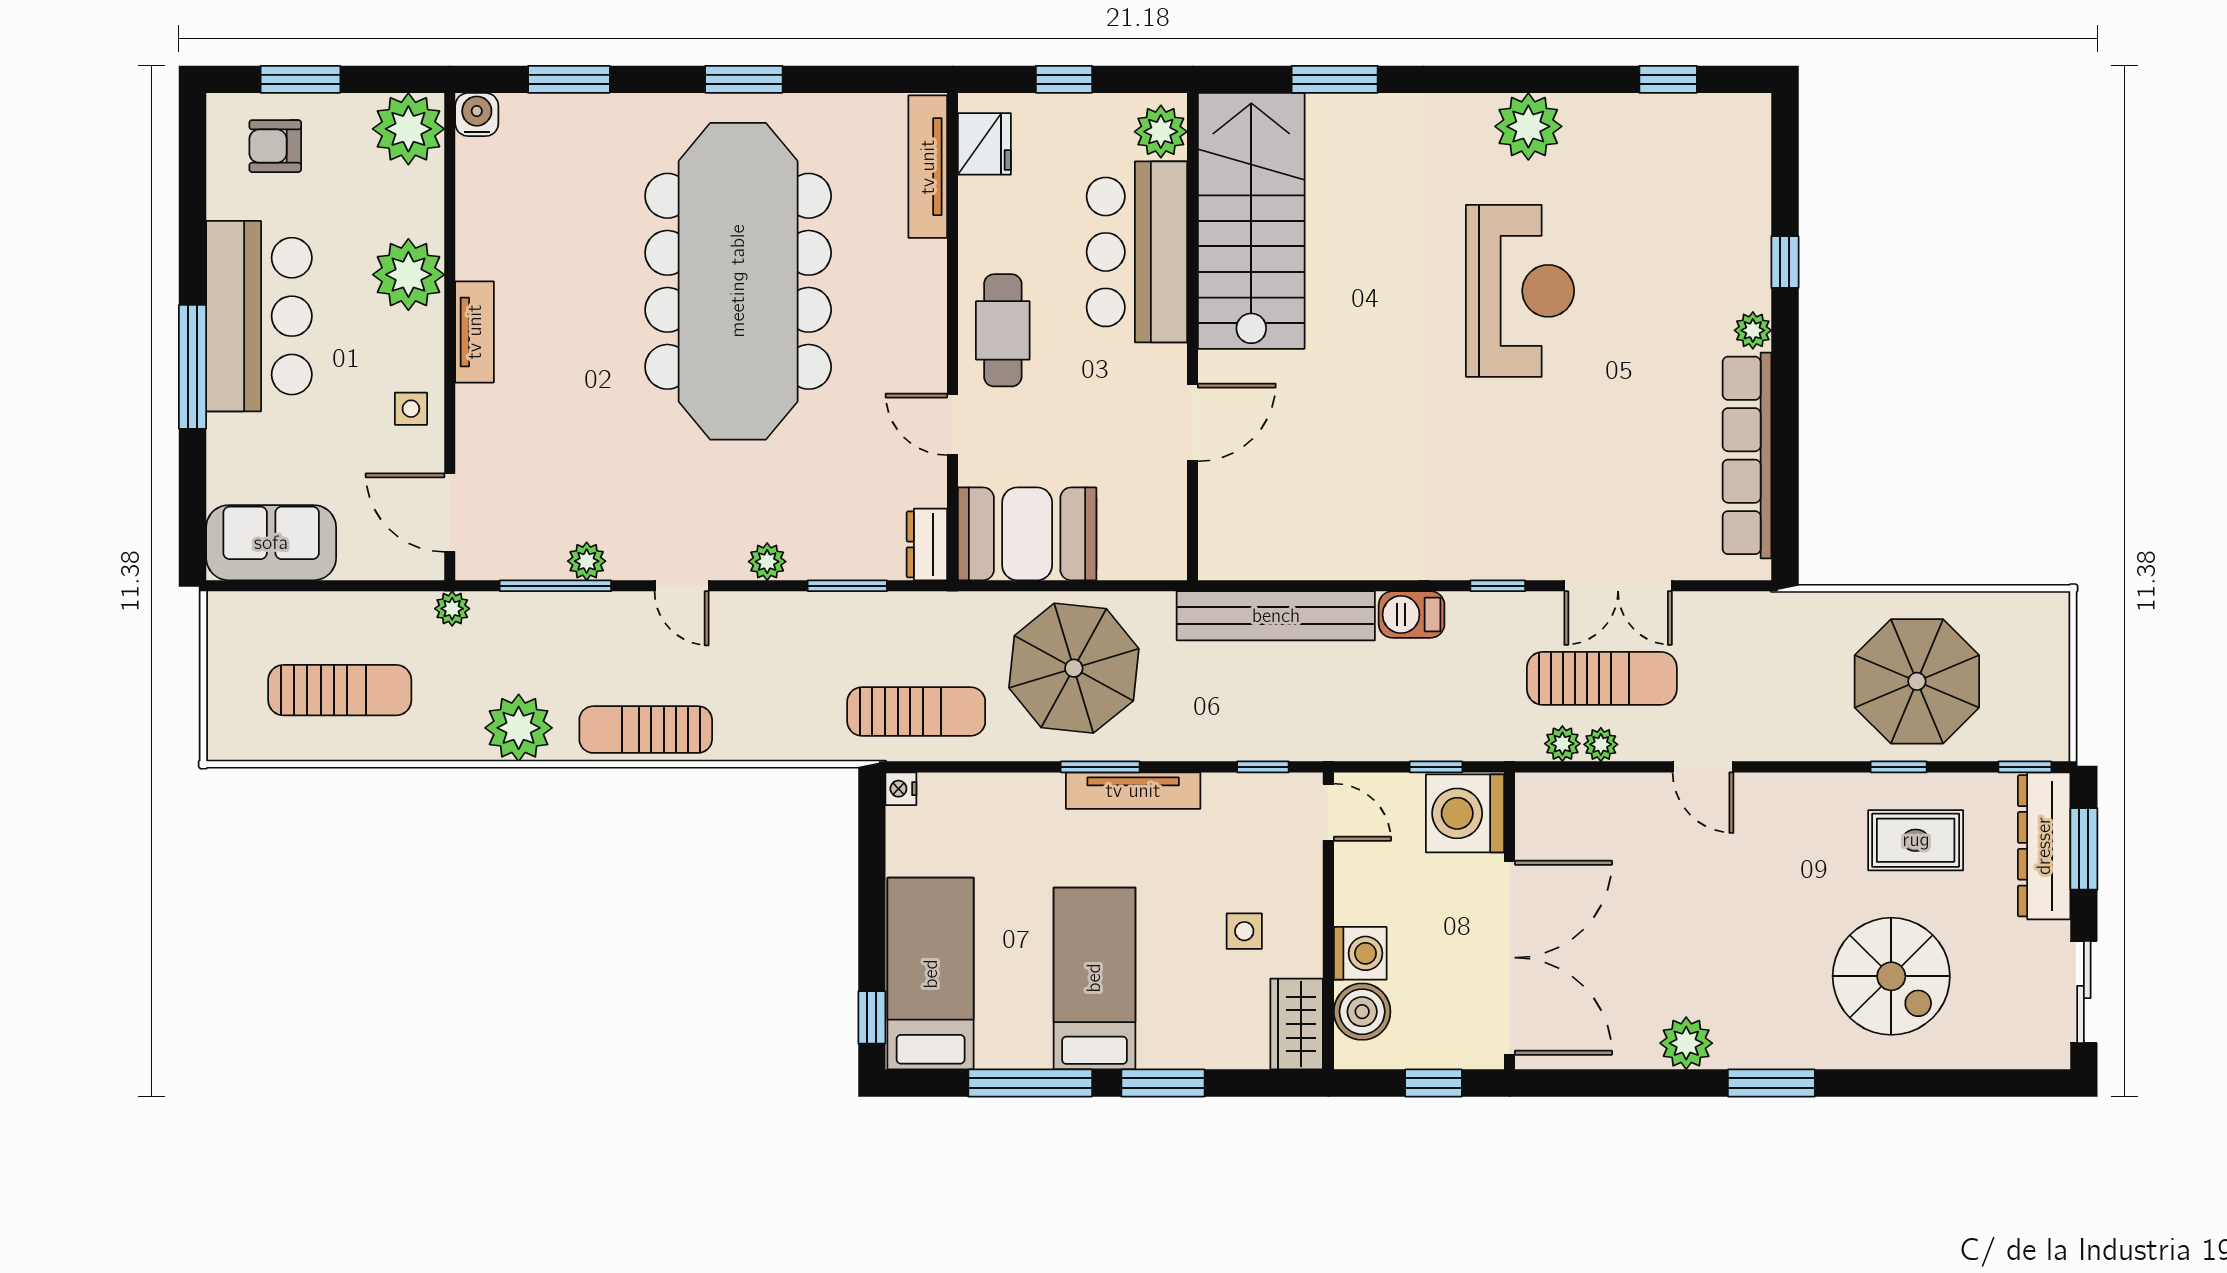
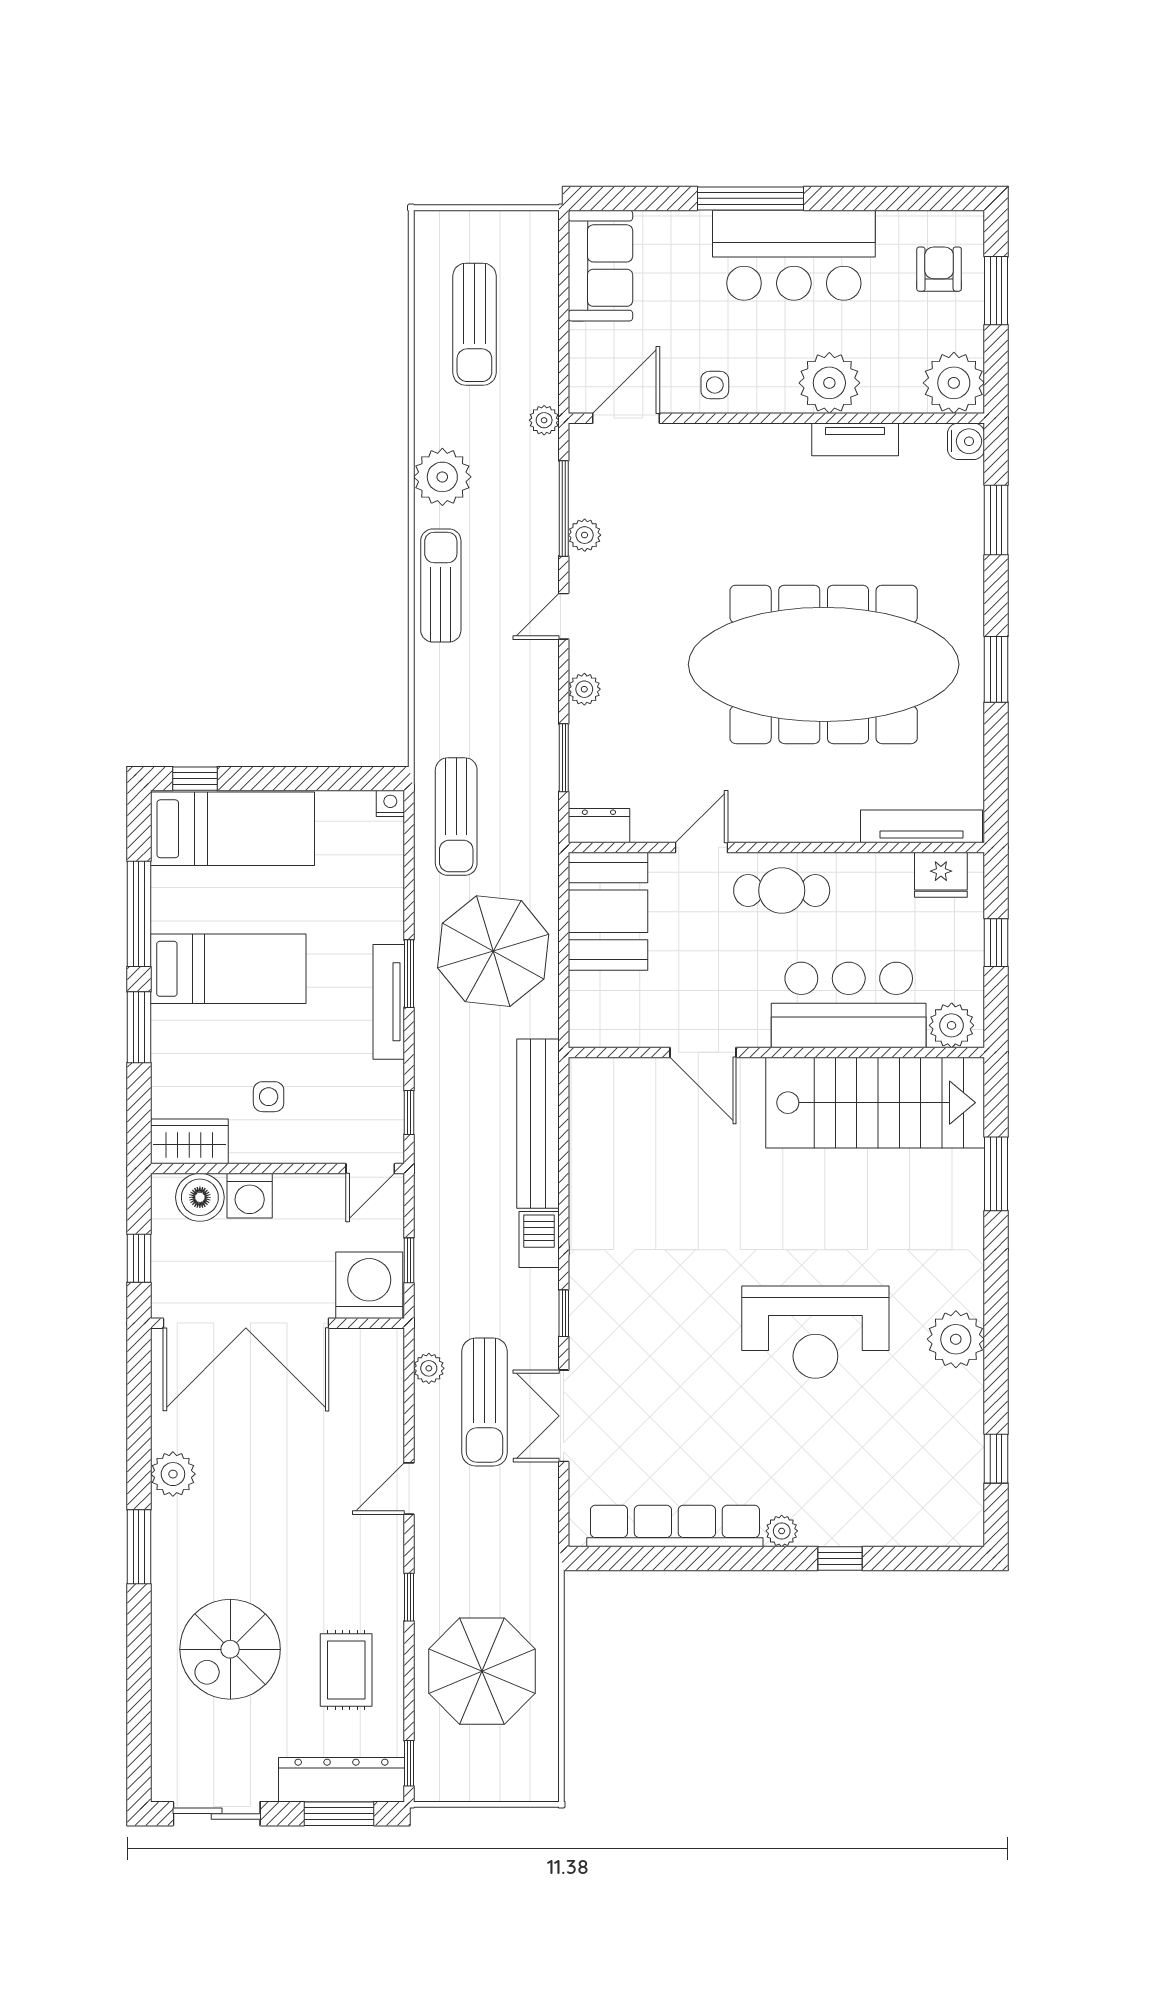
tv unit: (475, 332) -> (855, 439), moved
plant: (1601, 744) -> (428, 1401), removed
window: (1899, 767) -> (409, 1597), moved

